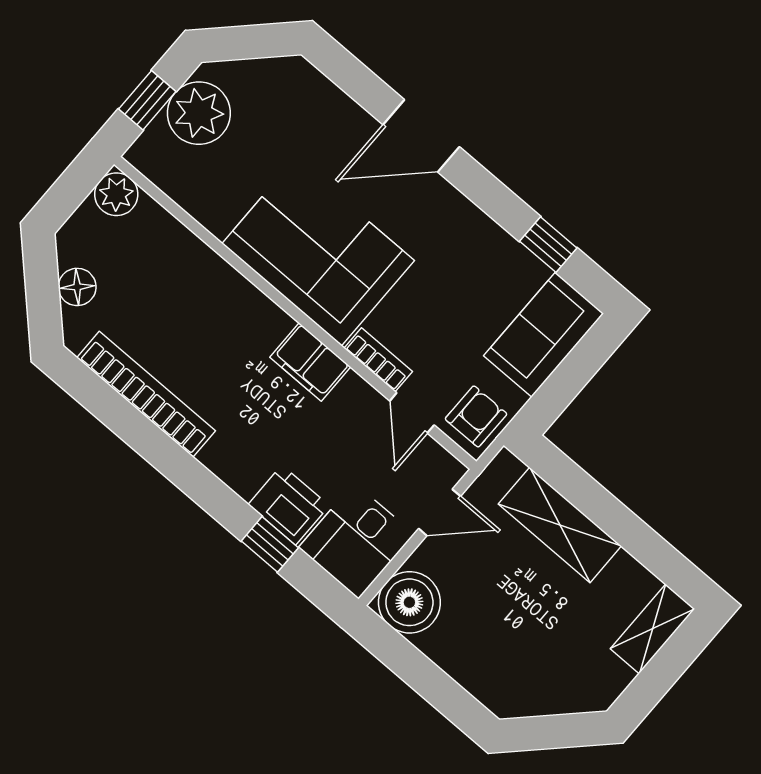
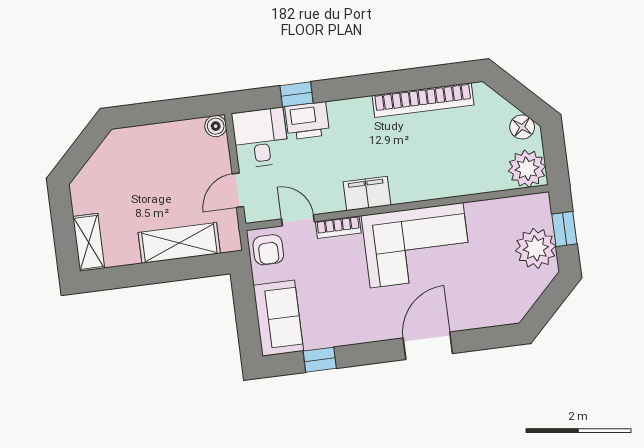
plant: (116, 194) -> (527, 169), width x1.36, depth x1.36
floor lamp: (77, 287) -> (522, 127), moved
boiler: (409, 602) -> (216, 126), width x0.54, depth x0.54

